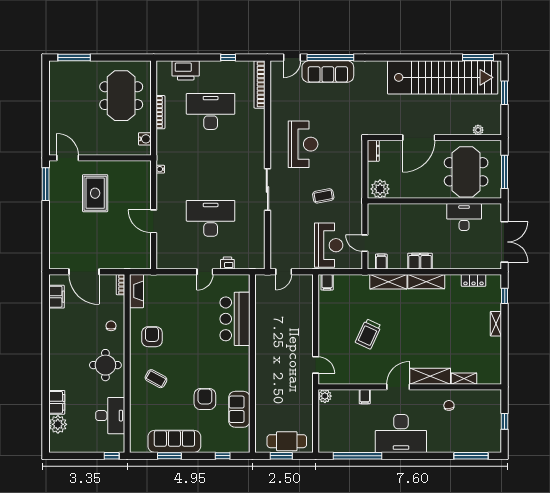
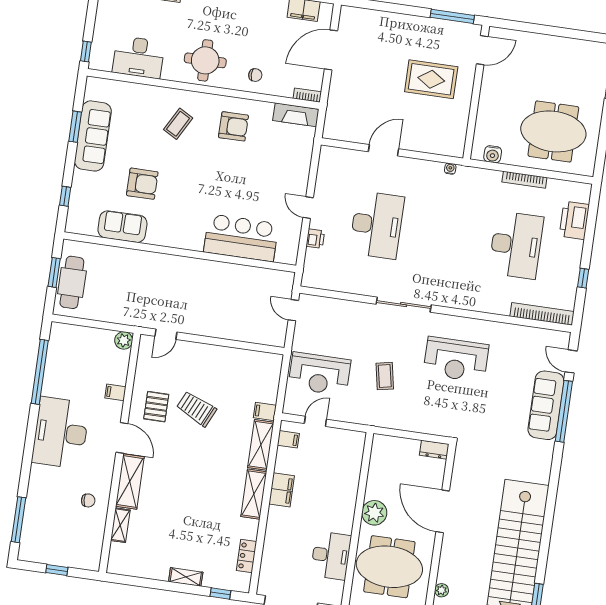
plant: (380, 189) -> (374, 513), moved
filing cabinet: (327, 282) -> (265, 411), moved
pallet: (371, 364) -> (156, 407), added

